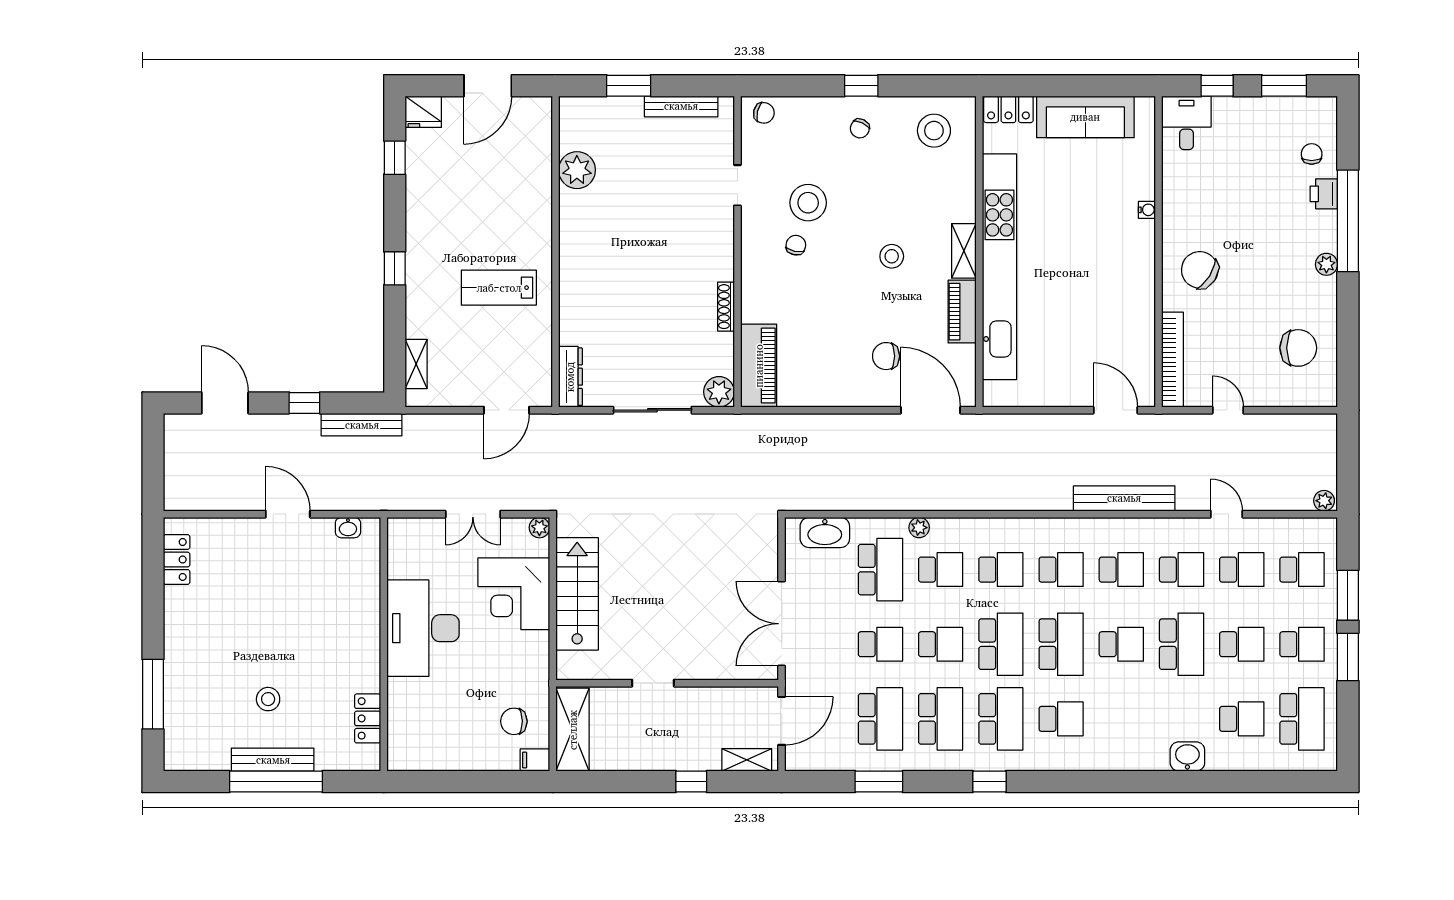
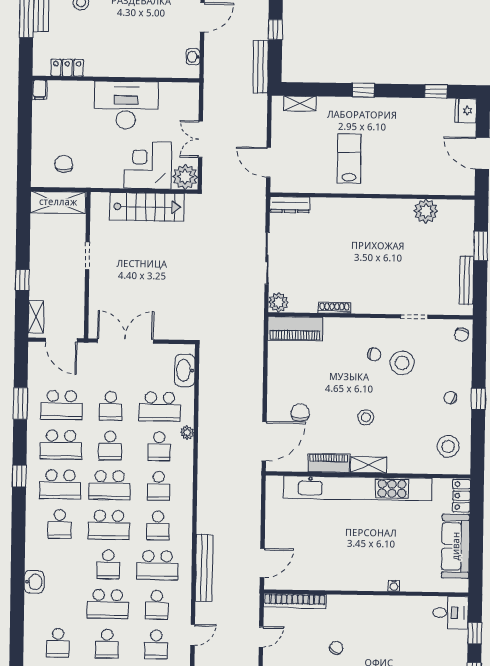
chair: (1200, 270) -> (336, 648), moved, width x0.54, depth x0.54
plant: (539, 528) -> (185, 177), width x1.88, depth x1.88
school desk: (1121, 570) -> (157, 565), width x1.85
washbasin: (1187, 756) -> (34, 582), moved
filing cabinet: (535, 760) -> (39, 90), moved, turned 180

